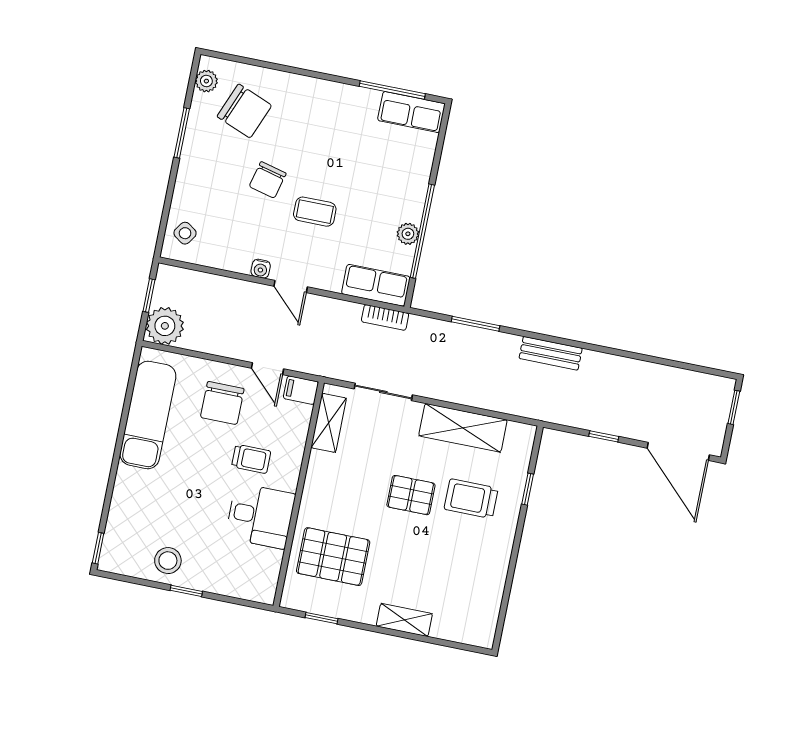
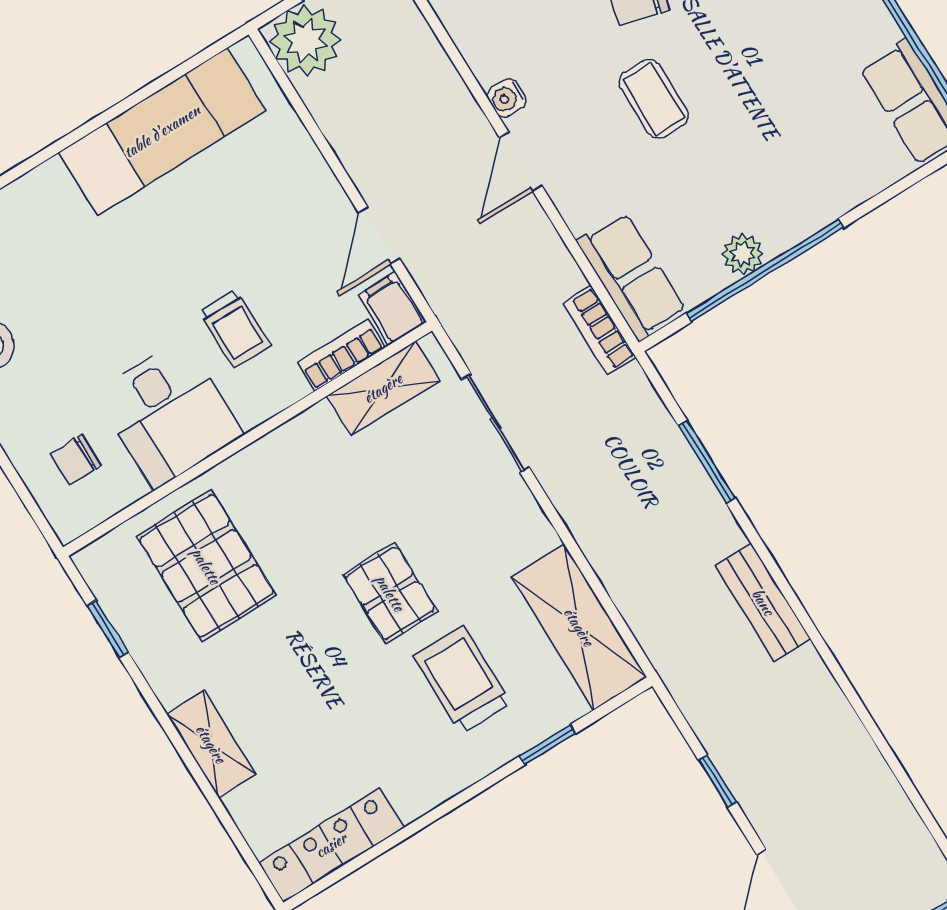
chair: (222, 403) -> (76, 459), moved, width x0.54, depth x0.54
bookcase: (300, 427) -> (341, 355), added
shelving: (463, 428) -> (579, 627), moved
locker: (488, 610) -> (331, 845), added

